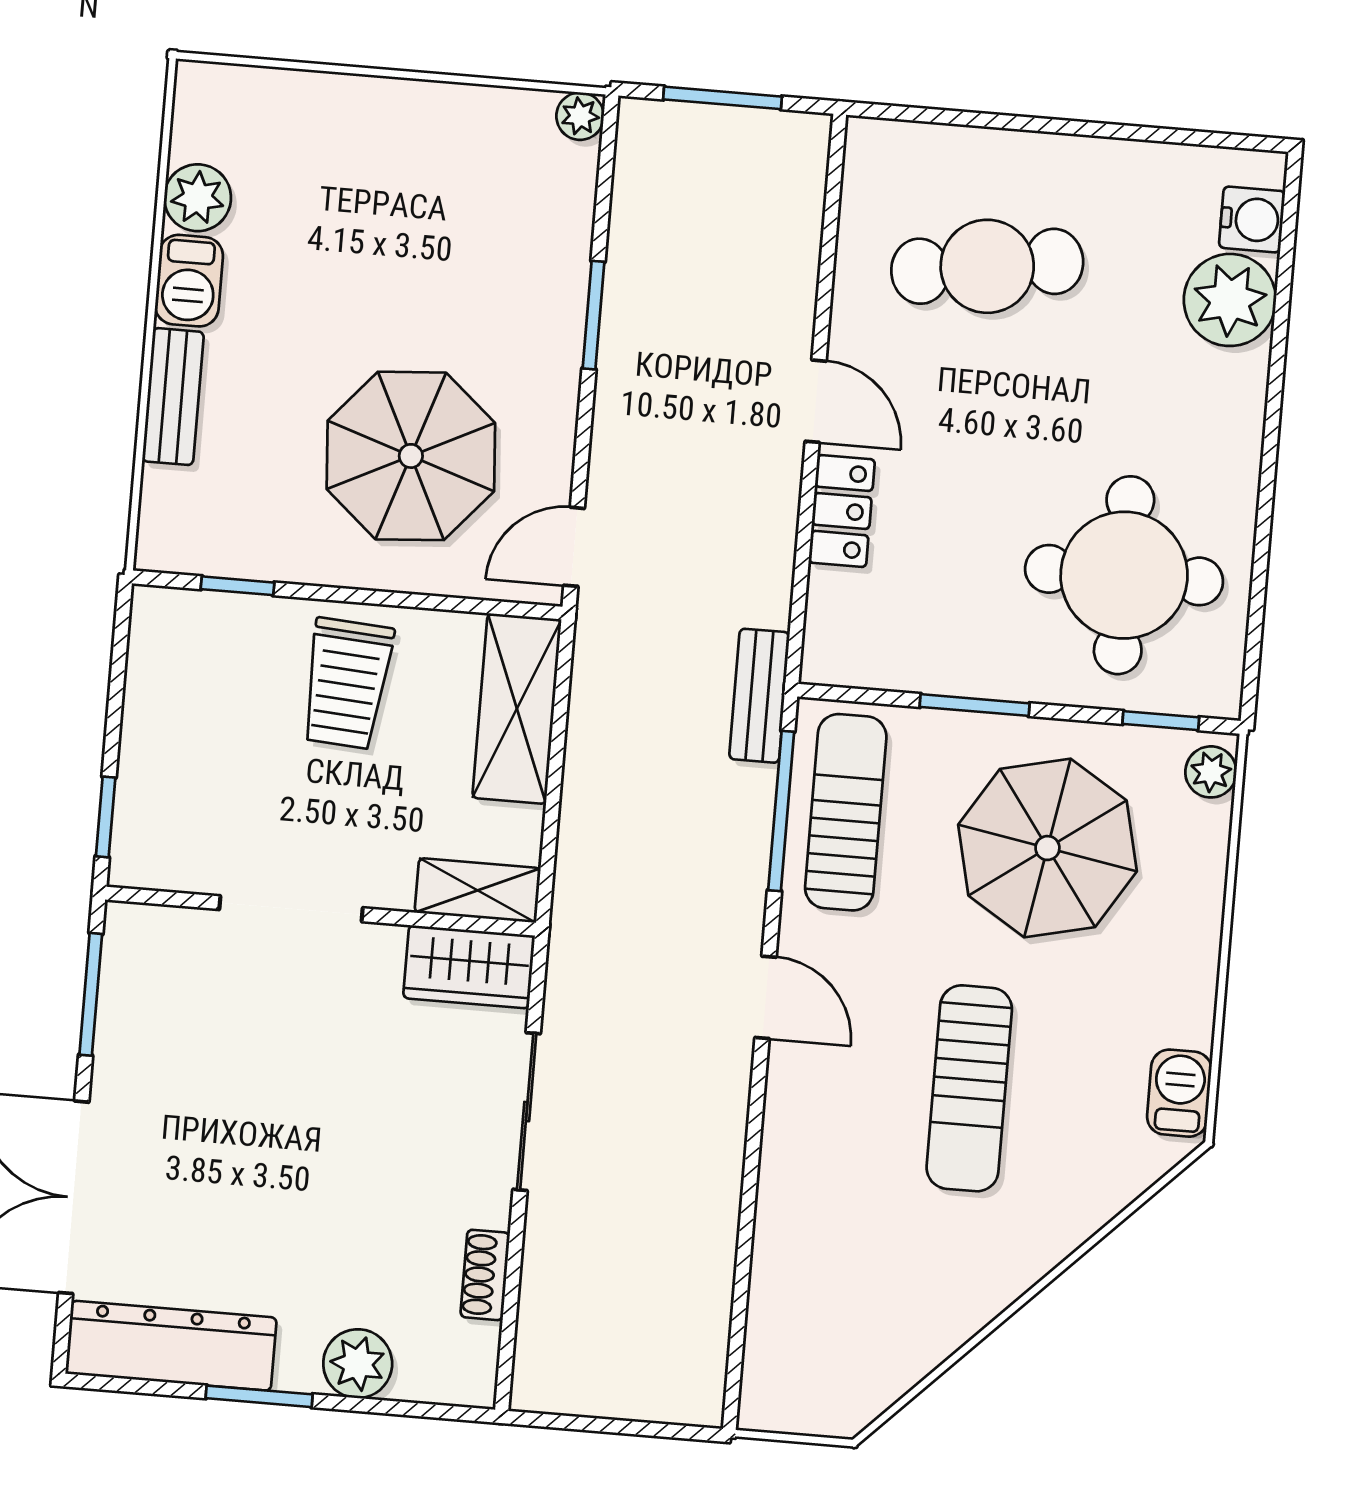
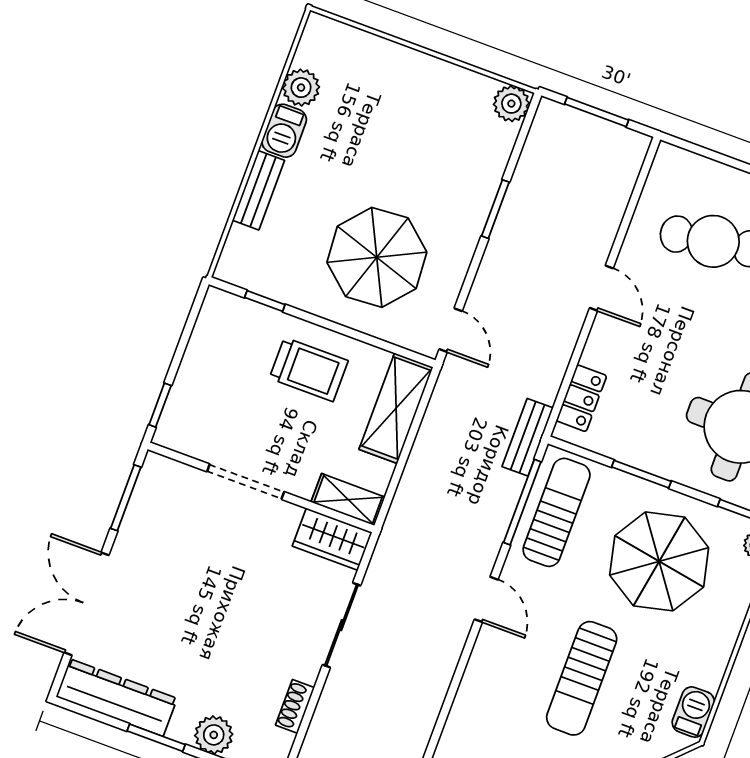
plant: (580, 116) -> (511, 104), width x1.38, depth x1.38
locker: (842, 511) -> (581, 398), moved
door: (574, 547) -> (451, 330), swing flipped
trolley: (347, 684) -> (309, 369), turned -94

